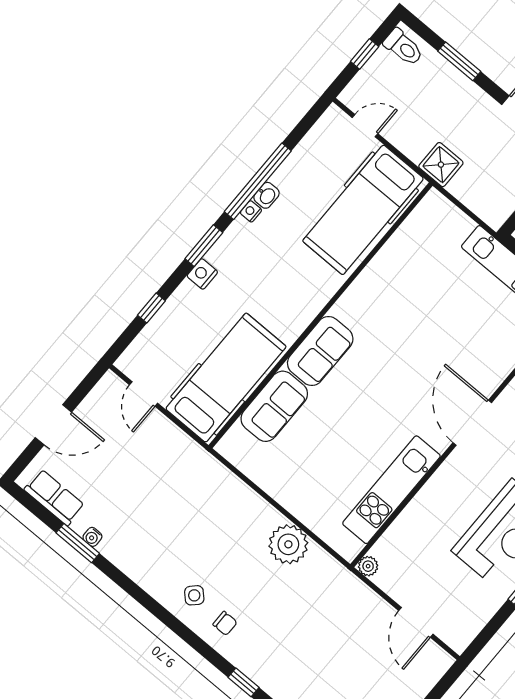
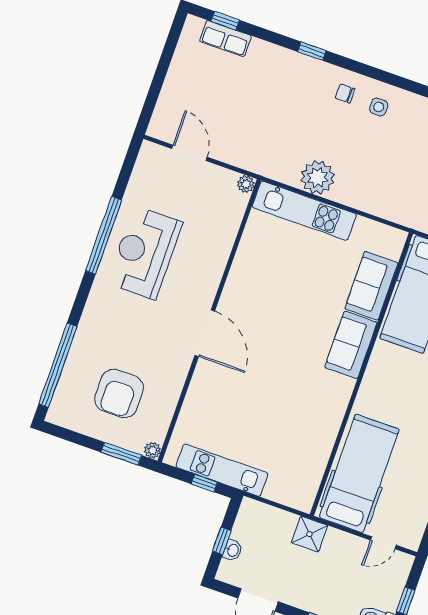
kitchen unit: (391, 490) -> (304, 211), moved, turned 90
side table: (194, 595) -> (379, 107), turned 45

